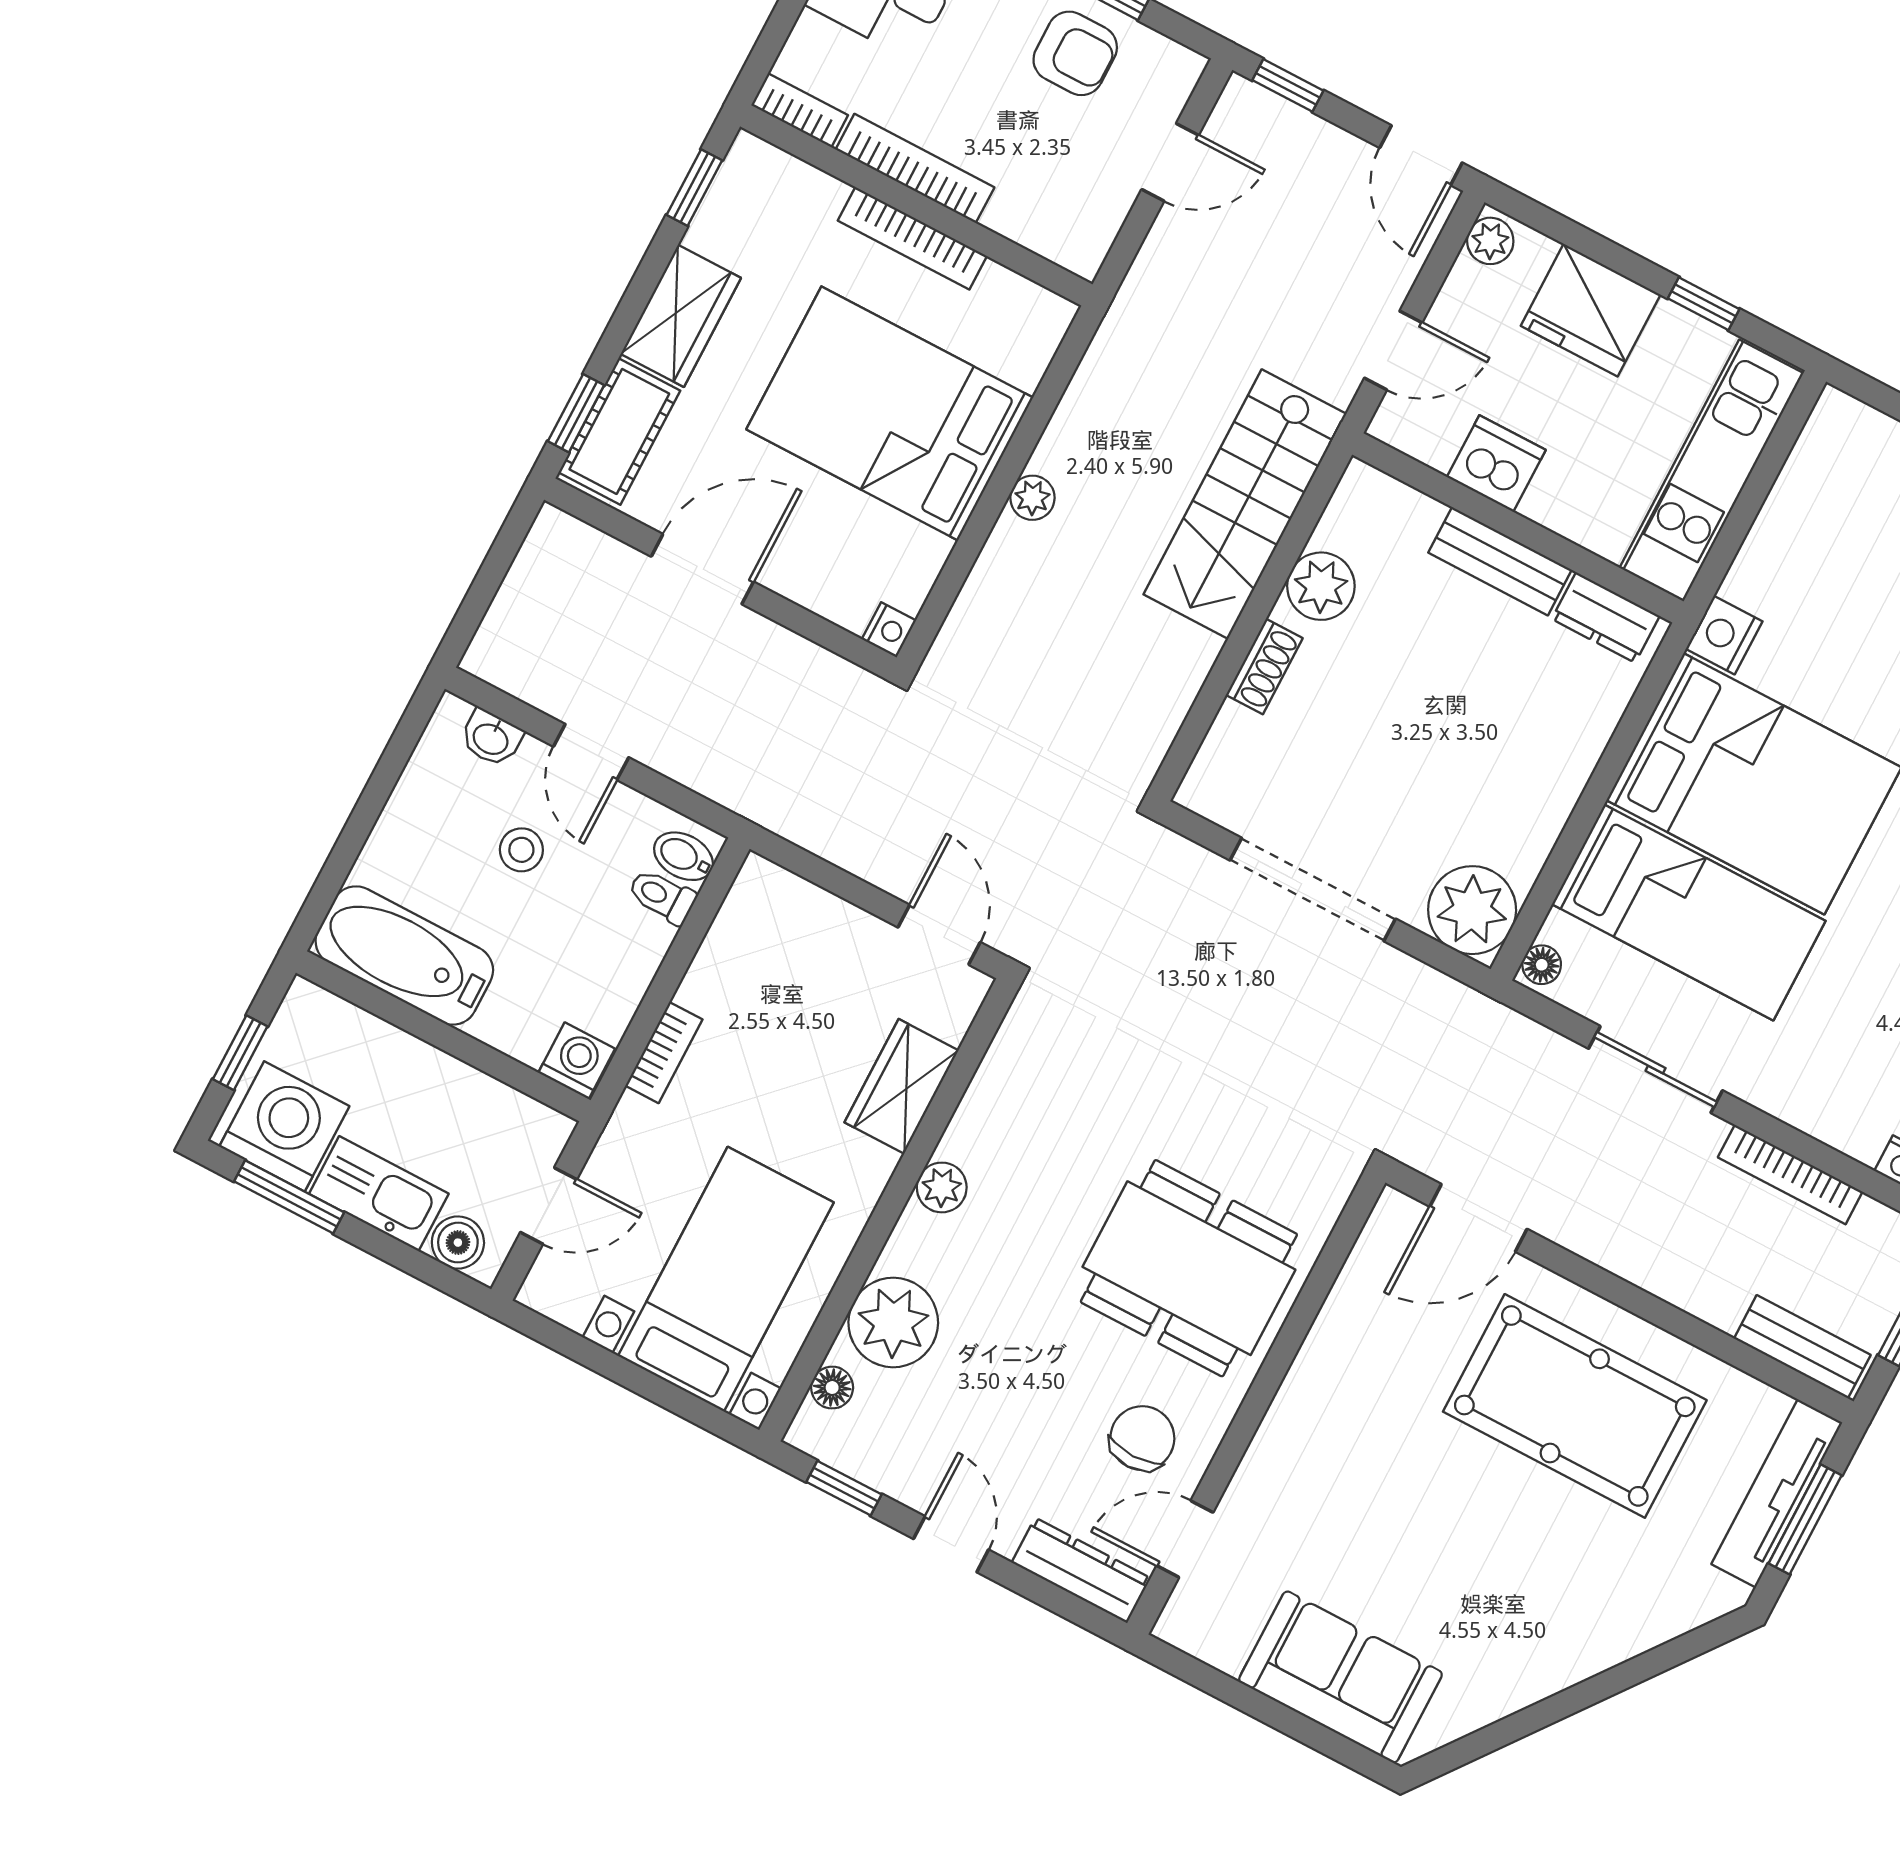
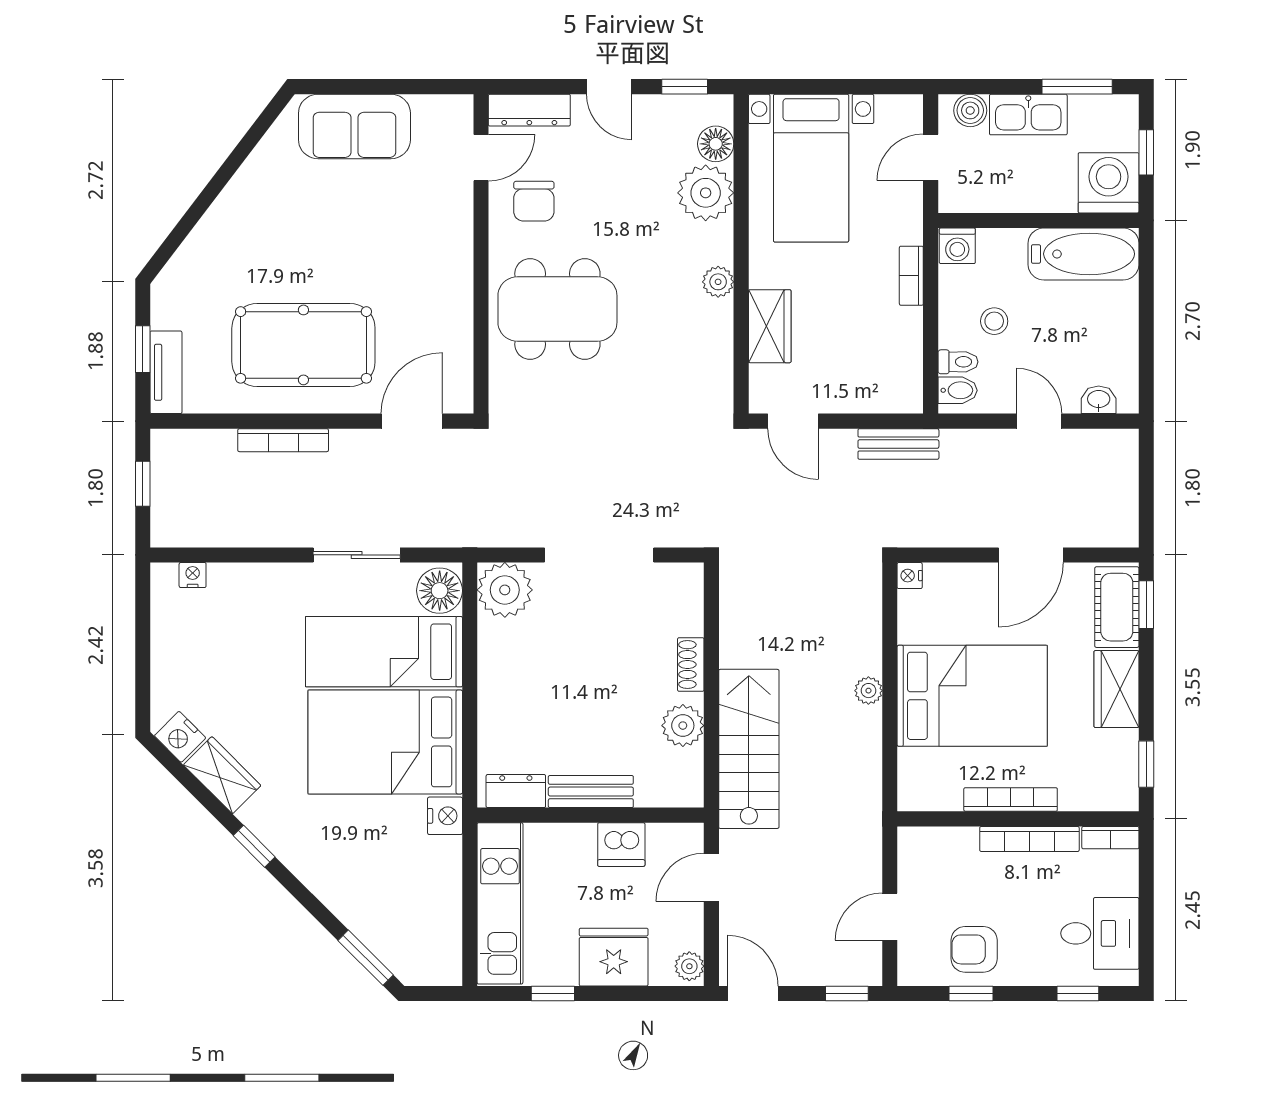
stool: (521, 850) -> (994, 321), moved
floor lamp: (1542, 965) -> (440, 591), width x1.89, depth x1.89
washing machine: (284, 1126) -> (1109, 183), moved, turned 180
bookcase: (1790, 1174) -> (283, 440), moved, turned 180
bench: (1802, 1347) -> (898, 444), moved
floor lamp: (832, 1388) -> (716, 144), width x1.37, depth x1.37
tv unit: (1777, 1493) -> (166, 372), width x0.71
window: (1805, 1519) -> (143, 349), width x0.67

